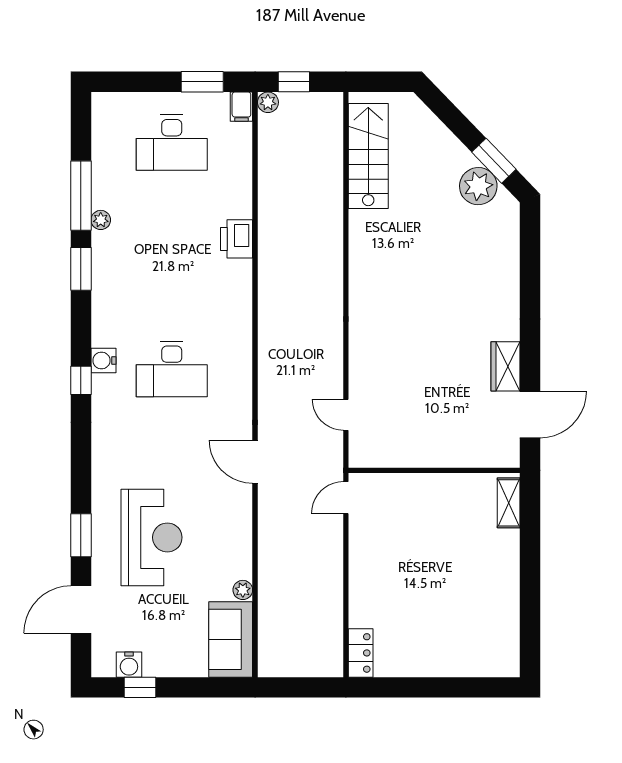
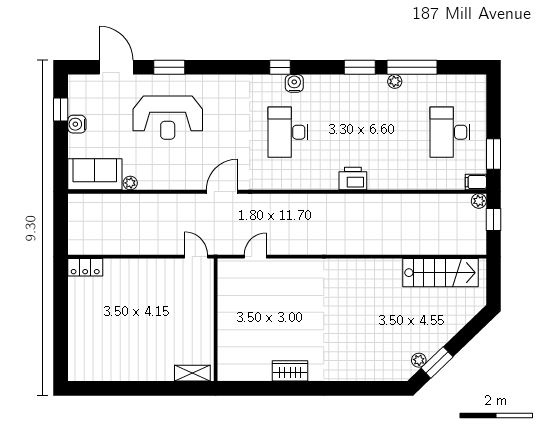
plant: (478, 186) -> (419, 360), width x0.53, depth x0.53
printer: (237, 239) -> (353, 179), moved
door: (530, 415) -> (256, 388), removed
water cooler: (129, 665) -> (77, 124), moved

